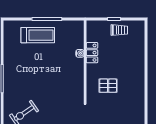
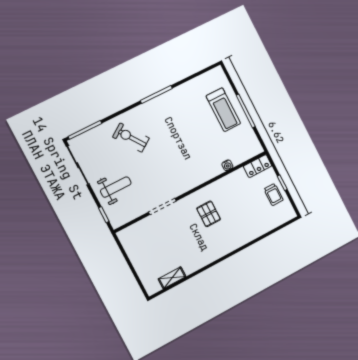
locker: (92, 53) -> (258, 166), moved

